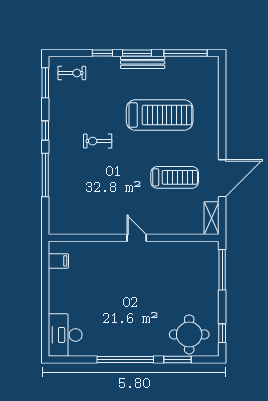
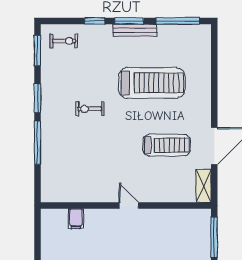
window: (45, 131) -> (37, 98), width x1.50
filing cabinet: (58, 261) -> (76, 219), moved, turned 90

